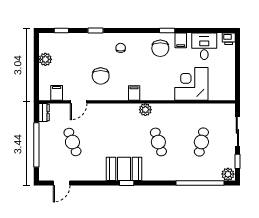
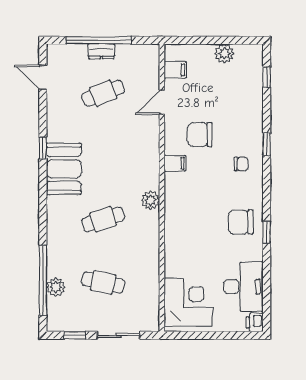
window: (96, 31) -> (267, 144), moved
filing cabinet: (181, 40) -> (252, 252), removed
desk: (204, 46) -> (243, 287), width x1.37
corner desk: (191, 84) -> (188, 302), moved
filing cabinet: (134, 93) -> (175, 163), moved
door: (79, 102) -> (162, 102), hinge flipped
dresser: (44, 113) -> (101, 51), moved
plant: (228, 174) -> (56, 287), moved
window: (127, 183) -> (43, 148), moved

